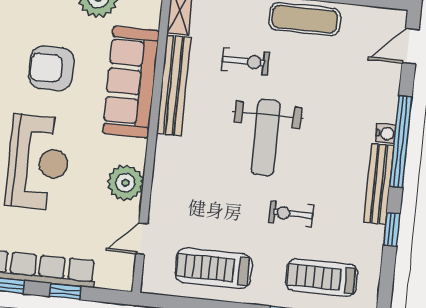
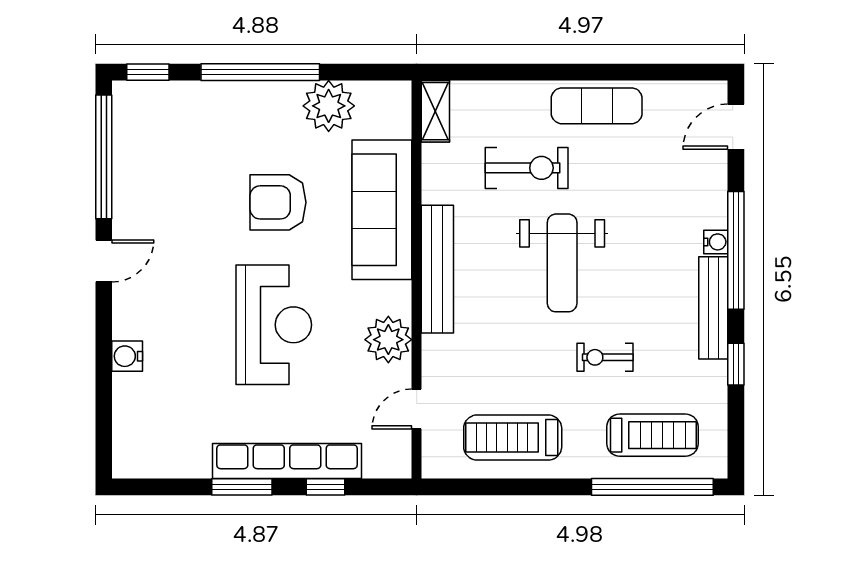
exercise bike: (246, 61) -> (527, 168), width x1.38, depth x1.39
bench: (174, 86) -> (437, 269), moved
treadmill: (322, 278) -> (653, 435), turned 180

